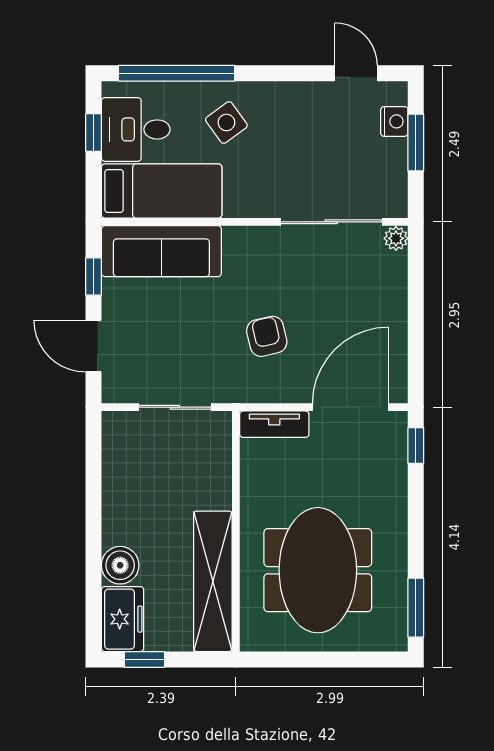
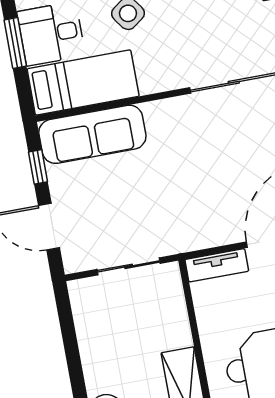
window: (93, 133) -> (15, 43), width x1.50
armchair: (267, 336) -> (196, 191), removed

